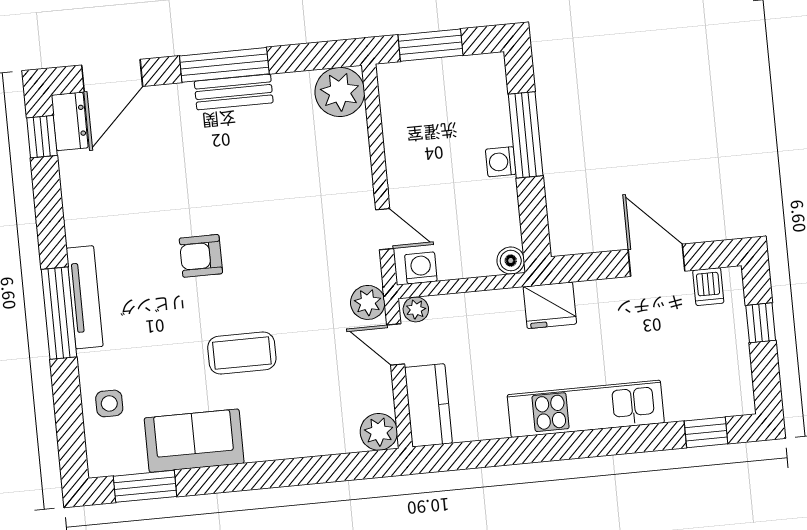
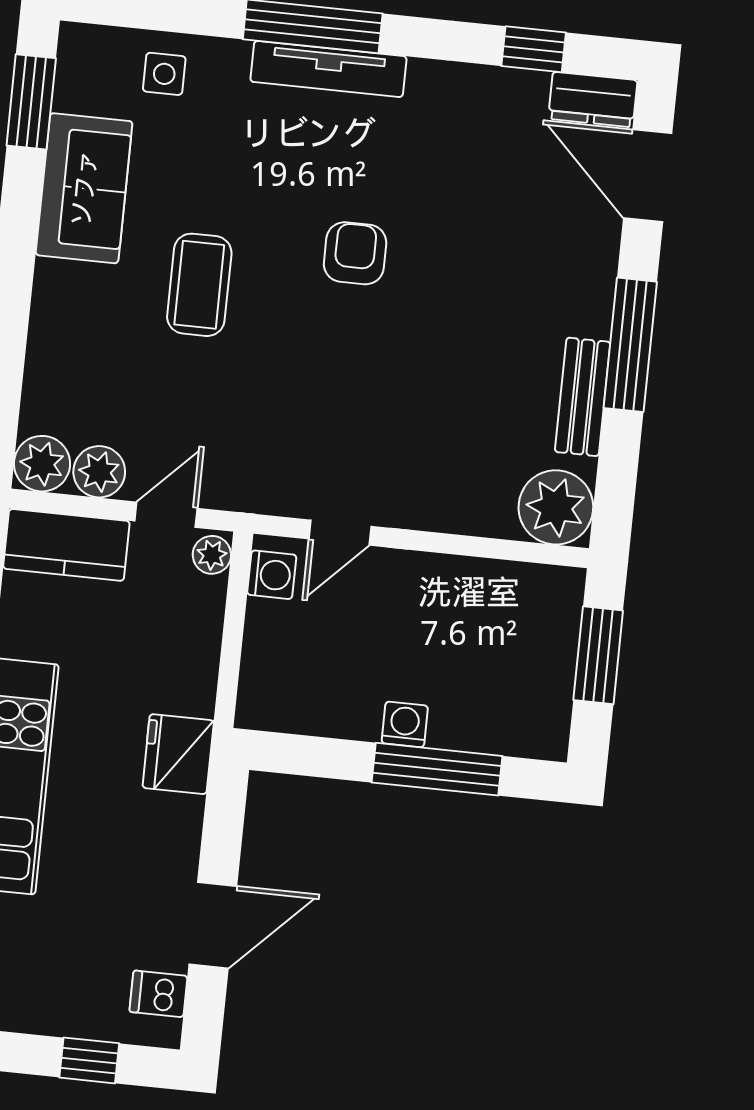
bench: (234, 92) -> (583, 397), moved
window: (42, 137) -> (534, 49), moved
boiler: (511, 261) -> (256, 710), removed
plant: (368, 302) -> (99, 472), moved

